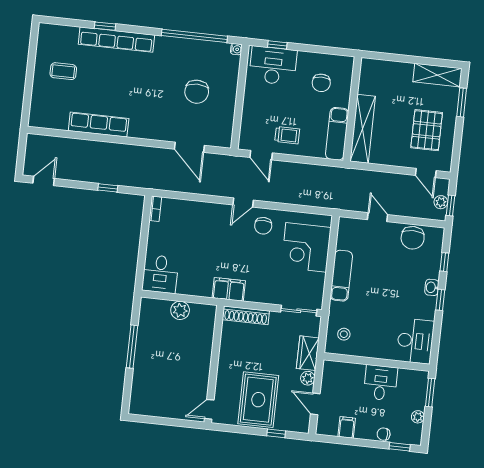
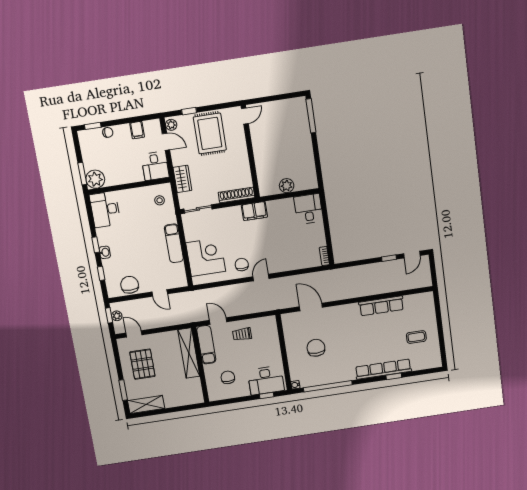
door: (261, 155) -> (218, 321), moved
window: (108, 188) -> (389, 258), moved
window: (132, 347) -> (311, 116), moved
plant: (308, 378) -> (171, 125), moved
desk: (380, 383) -> (155, 166), moved
plant: (418, 417) -> (95, 179), moved, width x1.88, depth x1.88

